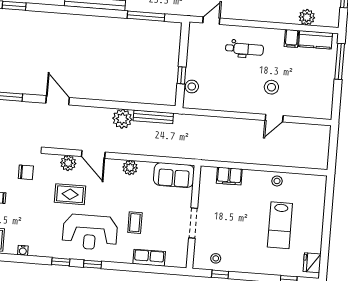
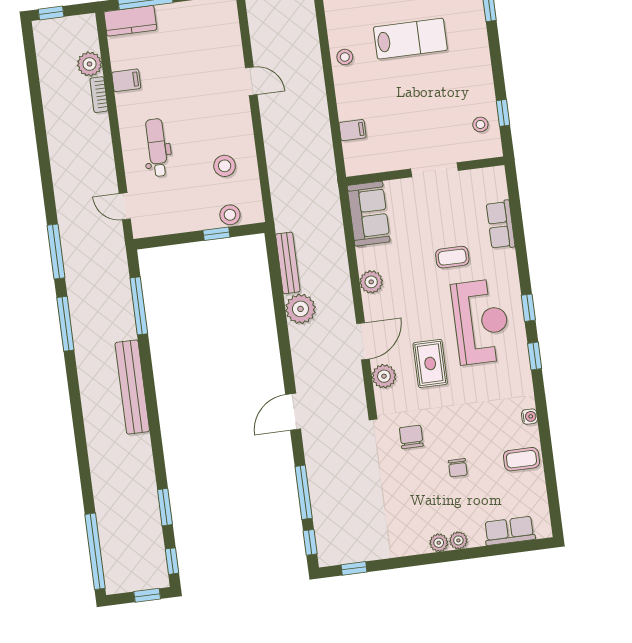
bookcase: (286, 19) -> (99, 95), added
kitchen counter: (315, 40) -> (130, 21), moved, turned 90
stool: (271, 87) -> (225, 166), moved
filing cabinet: (229, 176) -> (353, 130), width x0.50

